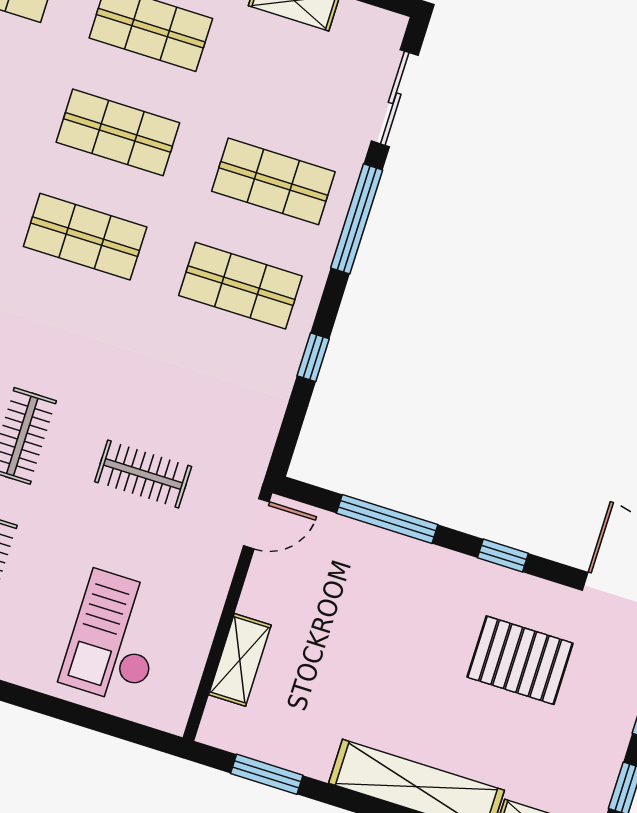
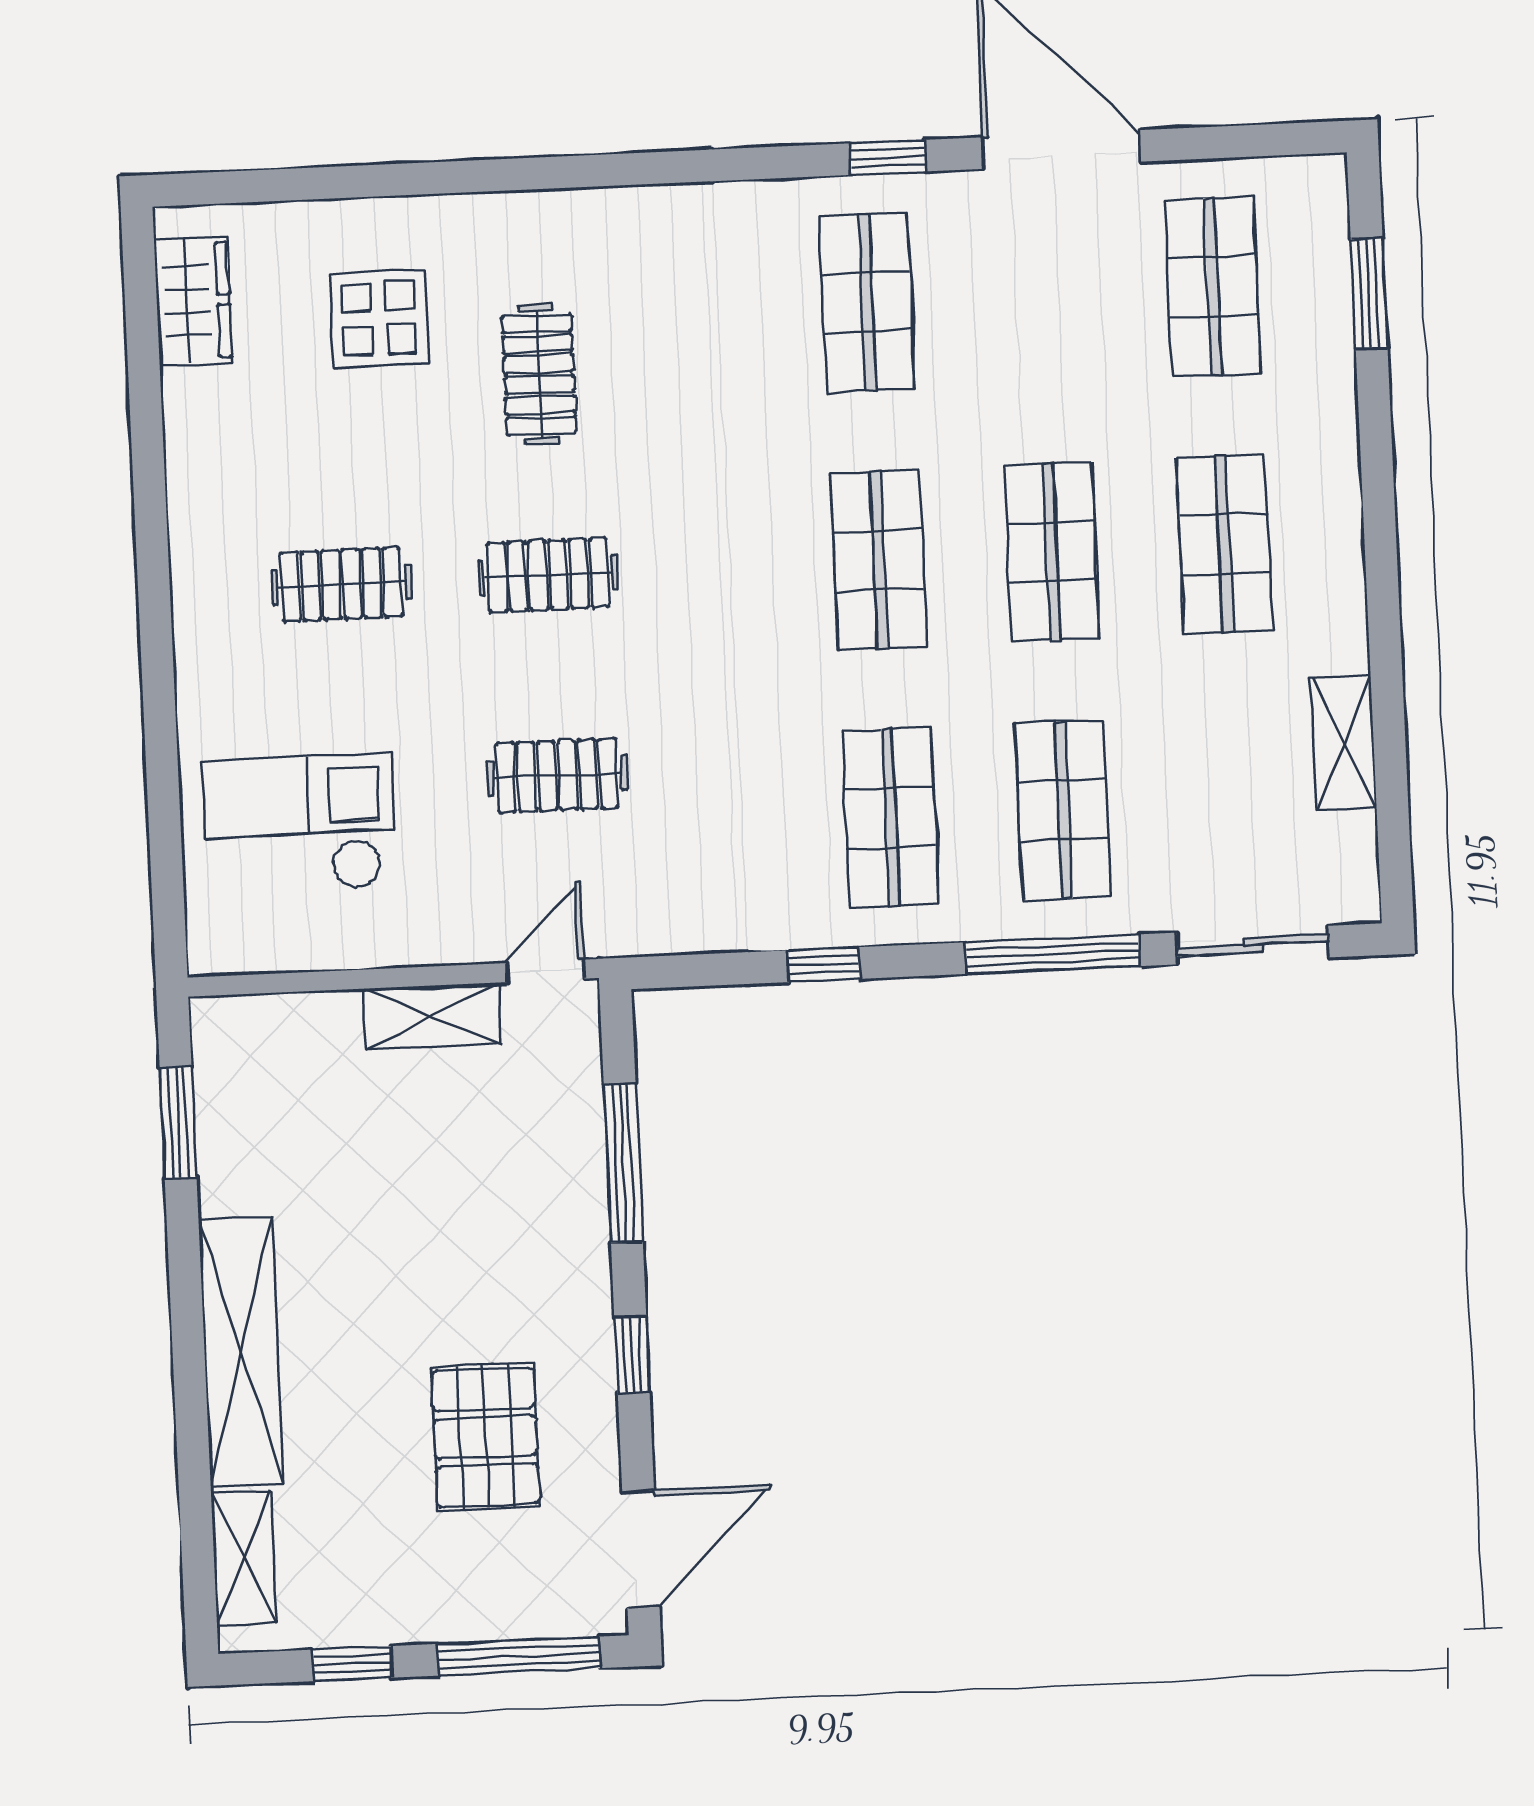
clothes rail: (143, 474) -> (557, 775), turned 90
door: (256, 524) -> (545, 971), swing flipped
shelving: (240, 660) -> (432, 1016), moved

